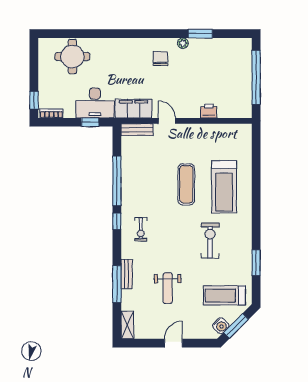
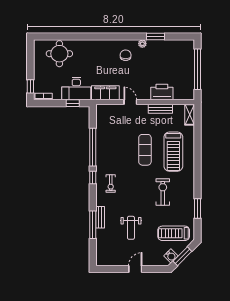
printer: (209, 111) -> (162, 92), width x1.87, depth x1.48
bench: (137, 130) -> (160, 109), moved
shelving: (127, 325) -> (190, 115), moved

